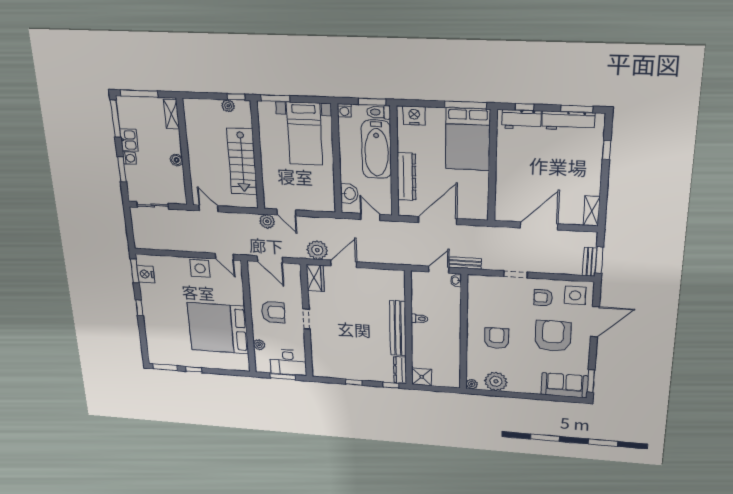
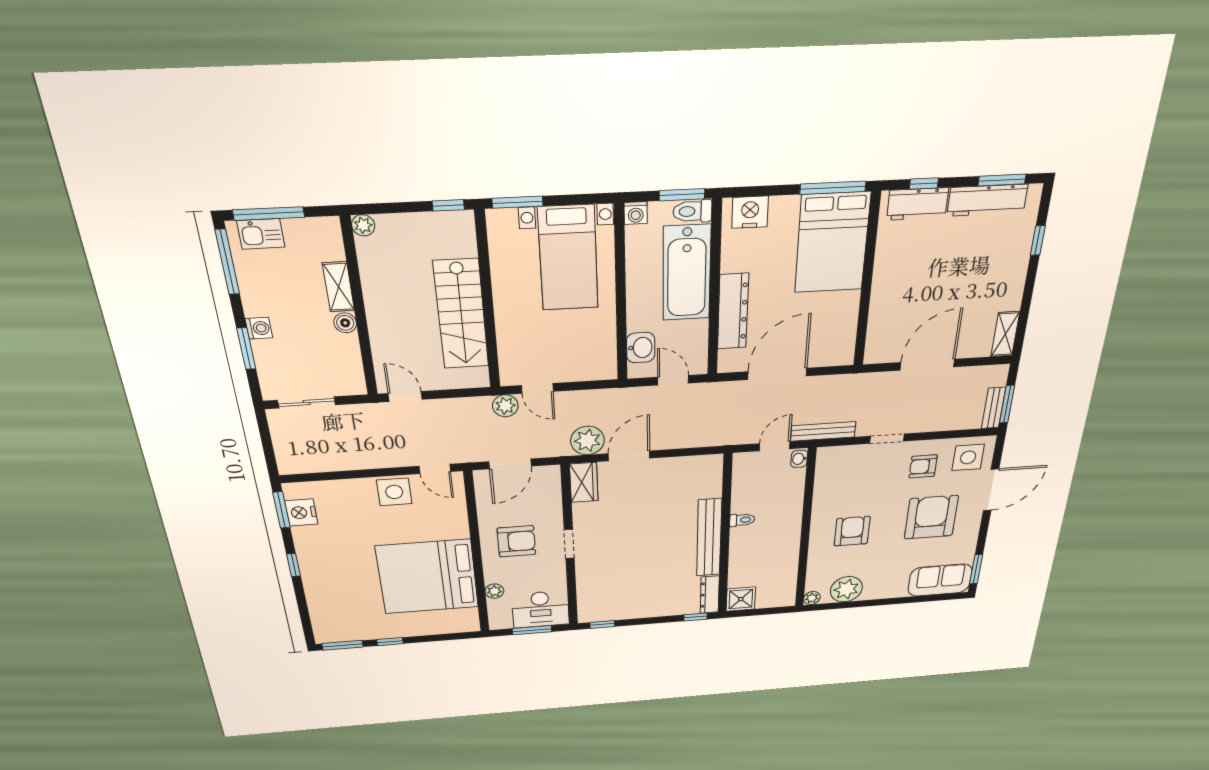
plant: (228, 106) -> (363, 225), moved
shelving: (171, 114) -> (338, 287), moved
kitchen sink: (129, 140) -> (261, 234), moved, turned 90
door: (270, 259) -> (510, 464), hinge flipped
bench: (465, 263) -> (823, 431), width x1.36
window: (354, 382) -> (602, 624), moved

